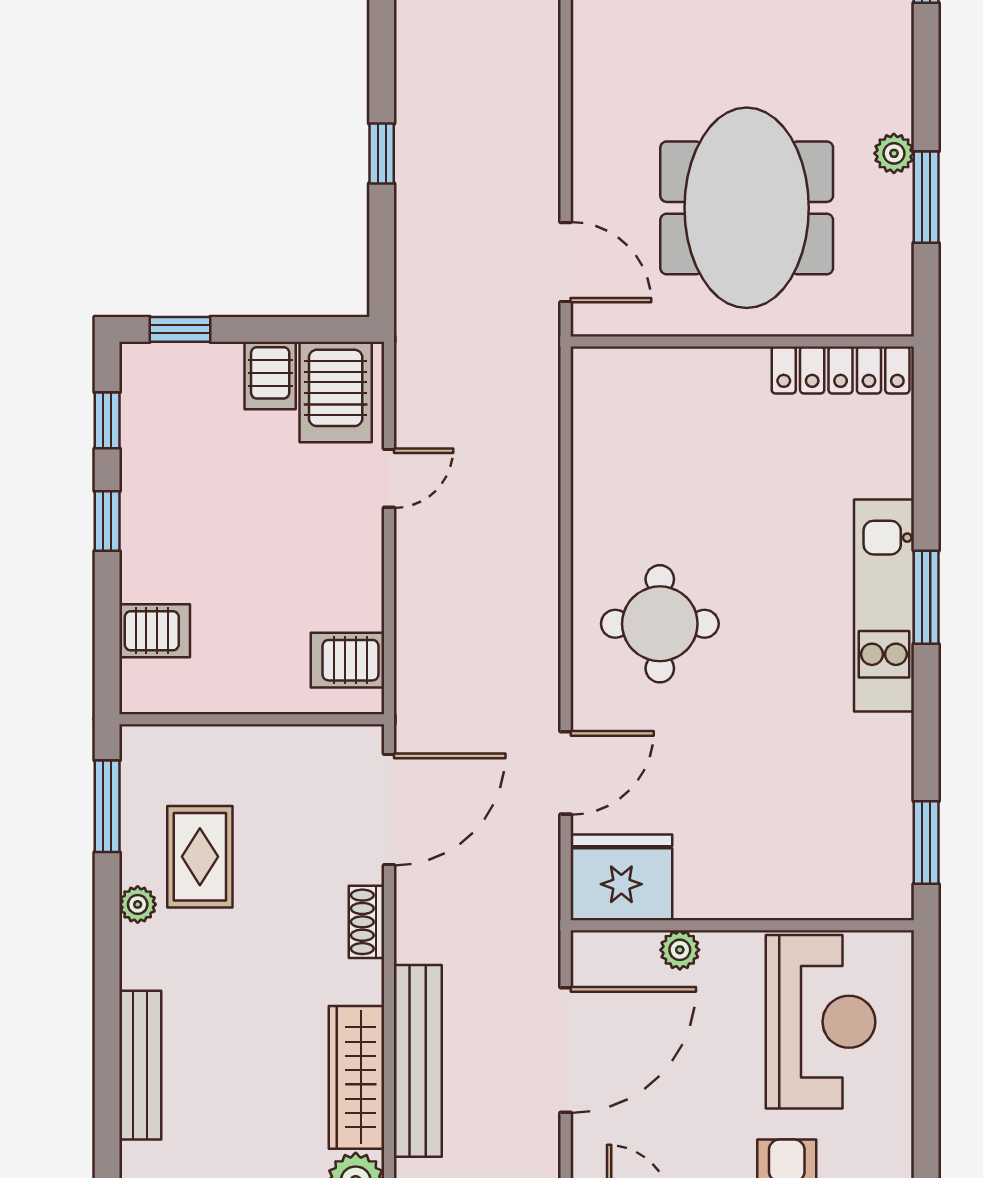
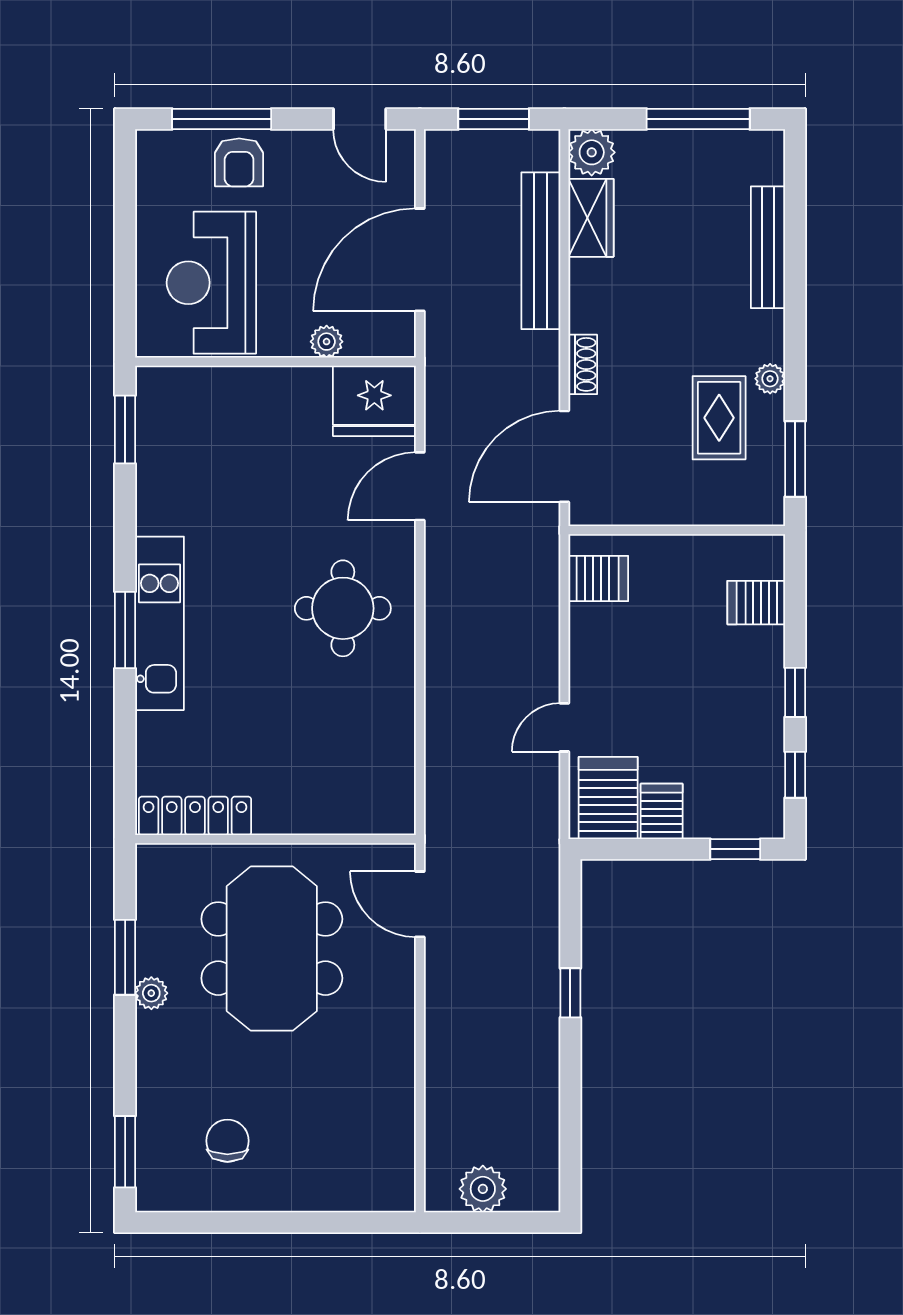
wardrobe: (357, 1077) -> (591, 218), width x0.67

